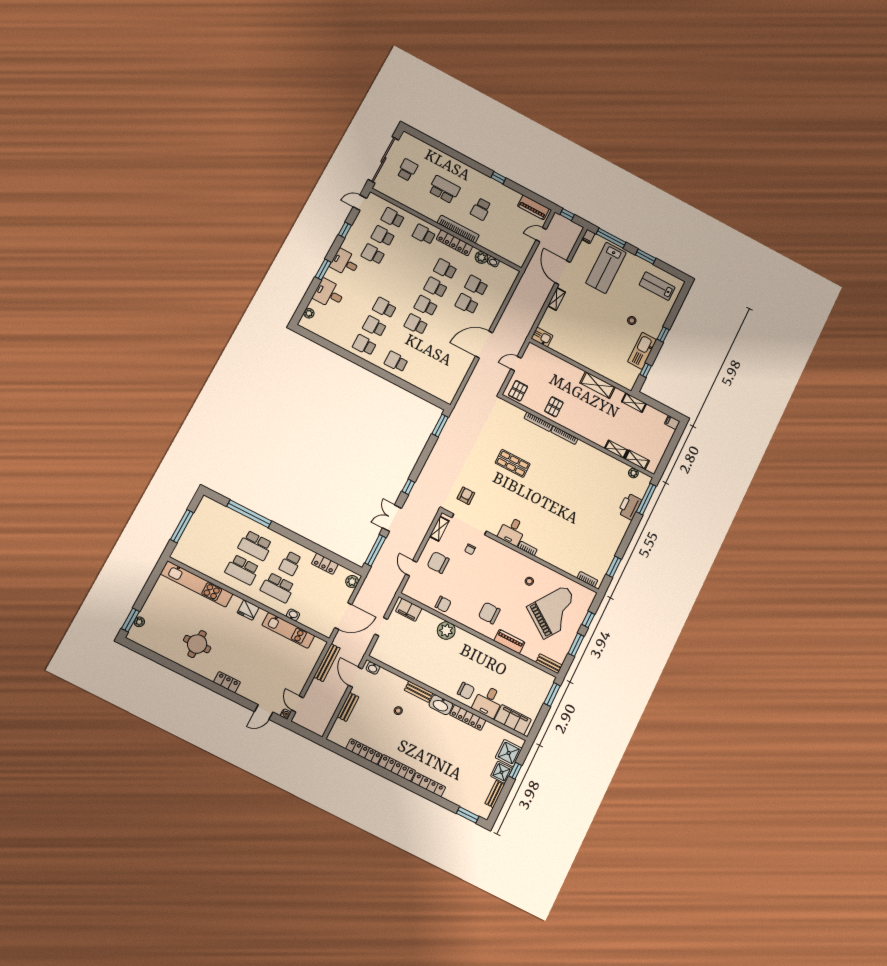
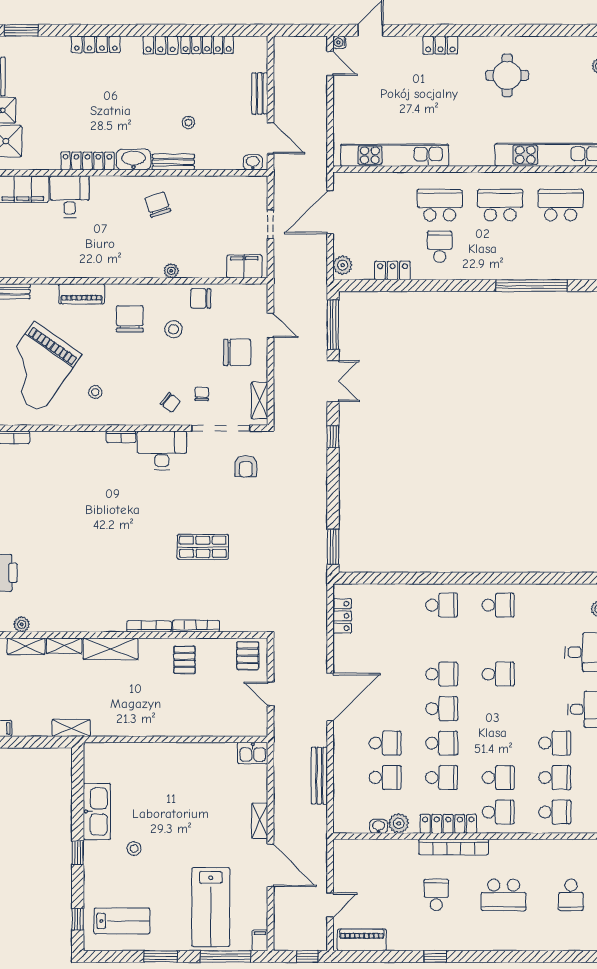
lab bench: (606, 268) -> (211, 907), turned 180
school desk: (374, 326) -> (498, 778), moved
door: (516, 364) -> (271, 694), swing flipped
window: (646, 370) -> (78, 919), moved
locker: (455, 385) -> (342, 616), added
shelving: (598, 385) -> (110, 649), moved
desk: (512, 531) -> (162, 450), width x1.37
school desk: (255, 546) -> (561, 205), moved
chair: (490, 554) -> (170, 402), added
stool: (467, 594) -> (174, 329), added
fridge: (248, 610) -> (463, 155), removed
chair: (489, 613) -> (130, 319), turned -90
washbasin: (293, 615) -> (399, 179), removed
kitchen unit: (288, 630) -> (395, 155), width x1.36
plant: (446, 631) -> (171, 271), width x0.53, depth x0.53
bench: (327, 663) -> (319, 776), moved
chair: (466, 691) -> (158, 205), moved, turned 71
locker: (397, 768) -> (160, 45), width x0.66

